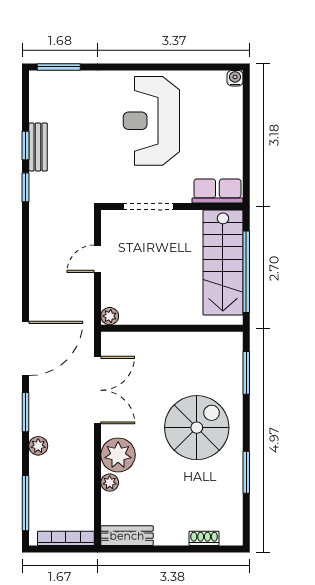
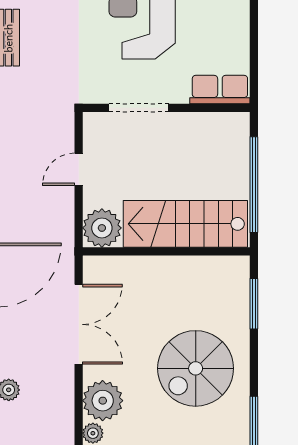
stairs: (223, 263) -> (185, 224), moved, turned 90
plant: (110, 316) -> (102, 228), width x1.88, depth x1.88
spiral stairs: (197, 428) -> (196, 368), turned 180

